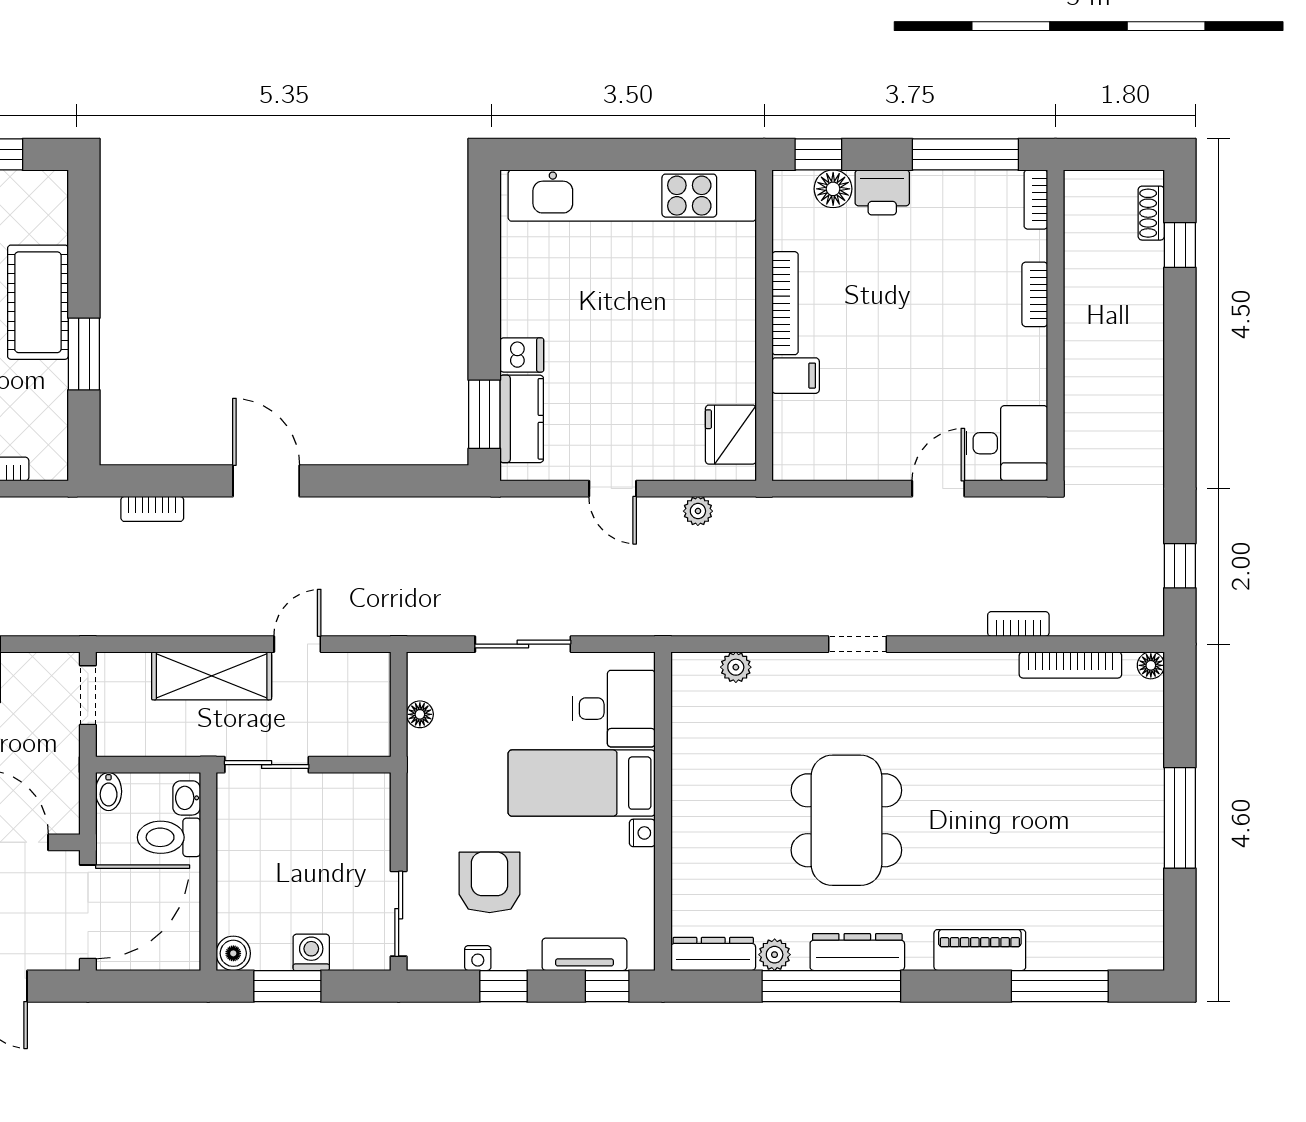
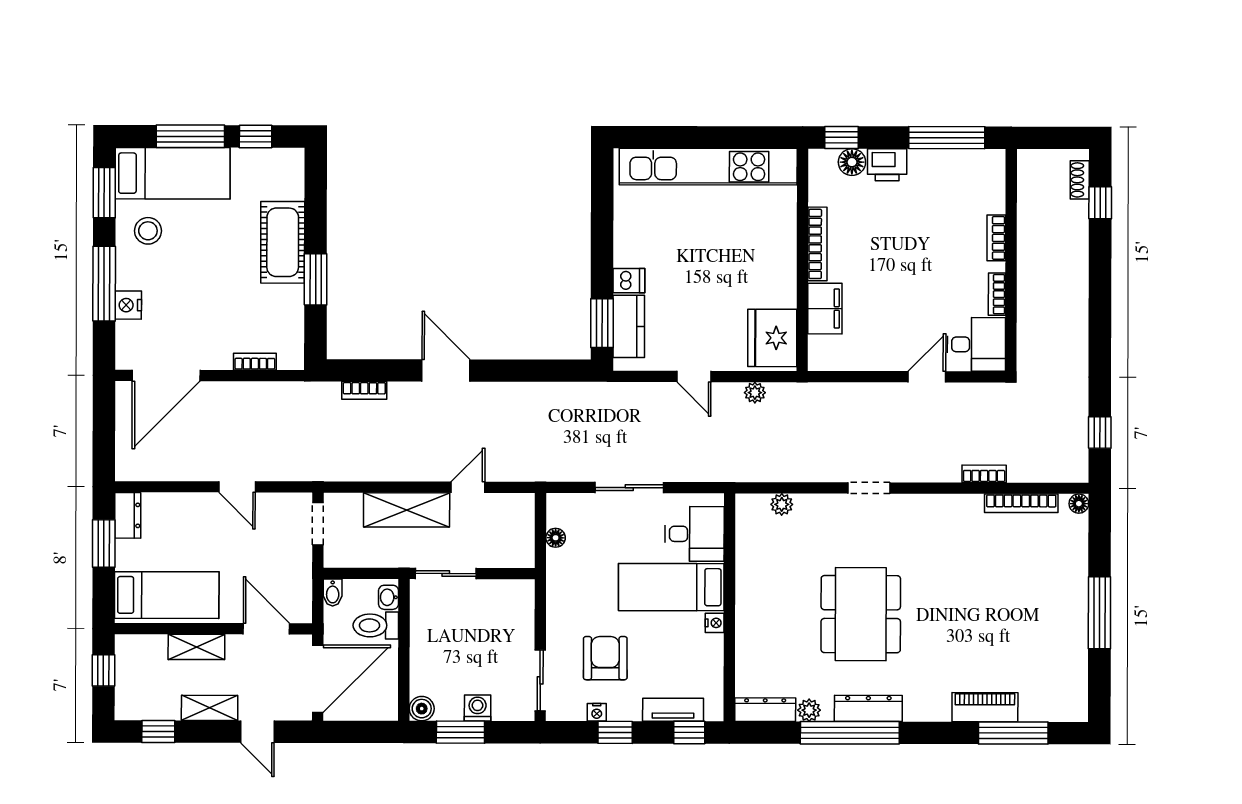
bookcase: (1036, 200) -> (997, 294), moved
filing cabinet: (796, 376) -> (825, 309), width x2.00
fridge: (731, 435) -> (772, 338), width x1.36, depth x1.34
piano: (980, 950) -> (985, 707), moved

